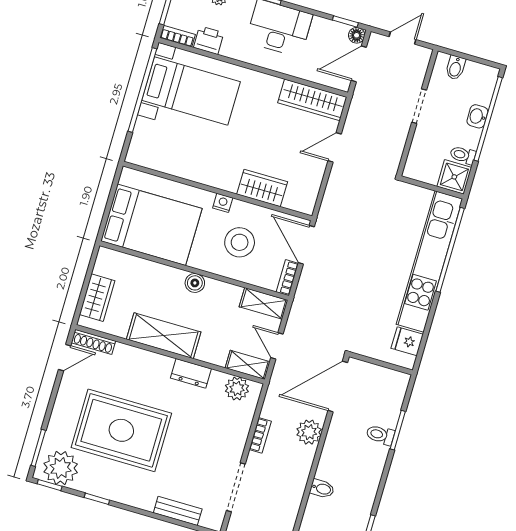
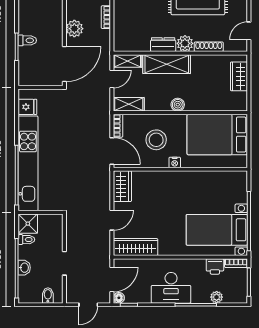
wardrobe: (262, 188) -> (122, 186), moved, turned -90
shelving: (164, 336) -> (167, 64), moved
shoe rack: (93, 342) -> (209, 47), moved
door: (277, 346) -> (112, 79), hinge flipped
plant: (237, 388) -> (185, 43), moved

